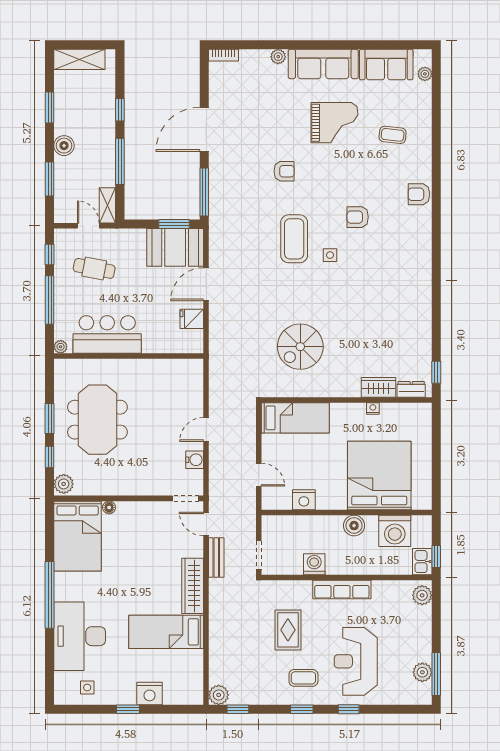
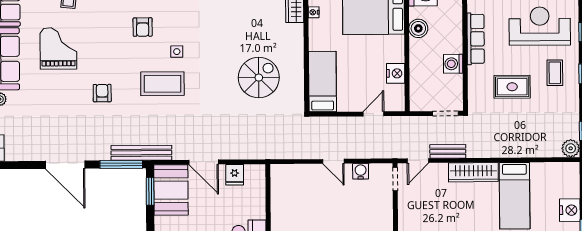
bench: (217, 215) -> (141, 153), added
spiral stairs: (300, 347) -> (259, 78), turned -90
reception desk: (356, 661) -> (540, 26), turned 180

